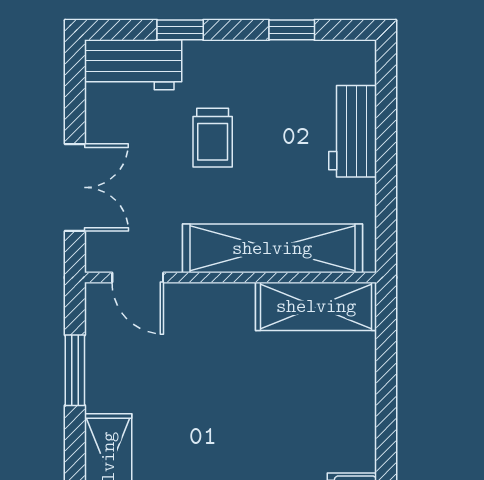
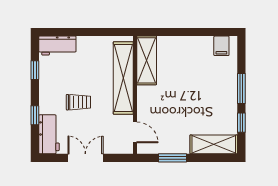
workbench: (353, 131) -> (57, 46), moved
double door: (75, 187) -> (85, 158), moved
door: (138, 277) -> (135, 132), hinge flipped

